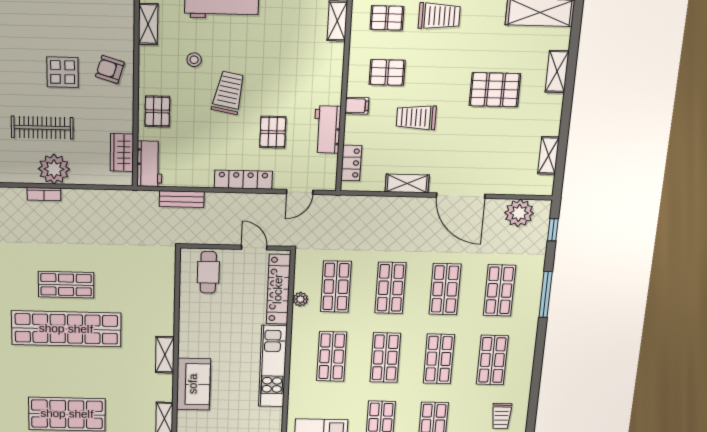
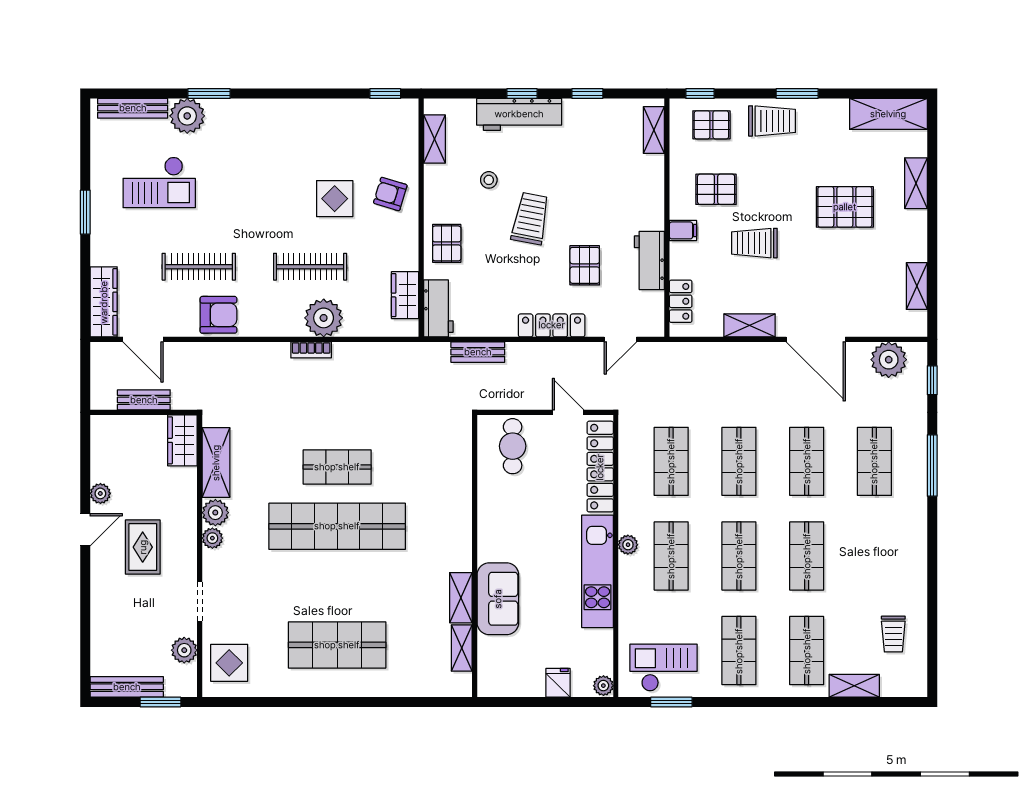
plant: (300, 299) -> (628, 545), moved
shelving: (165, 355) -> (461, 598), moved
shop shelf: (492, 360) -> (874, 556), removed

